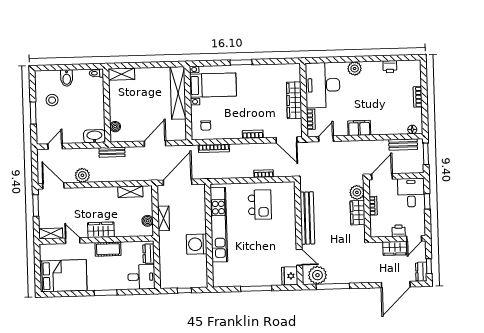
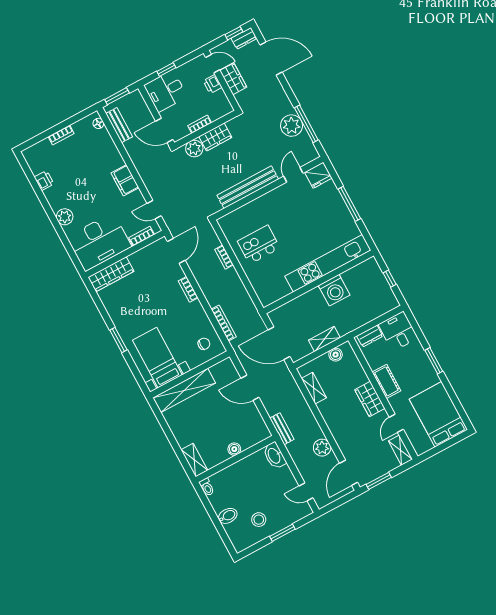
wardrobe: (294, 100) -> (111, 274), moved
boiler: (115, 127) -> (234, 449), moved
kitchen unit: (219, 225) -> (328, 263), moved
plant: (317, 275) -> (292, 126), moved

